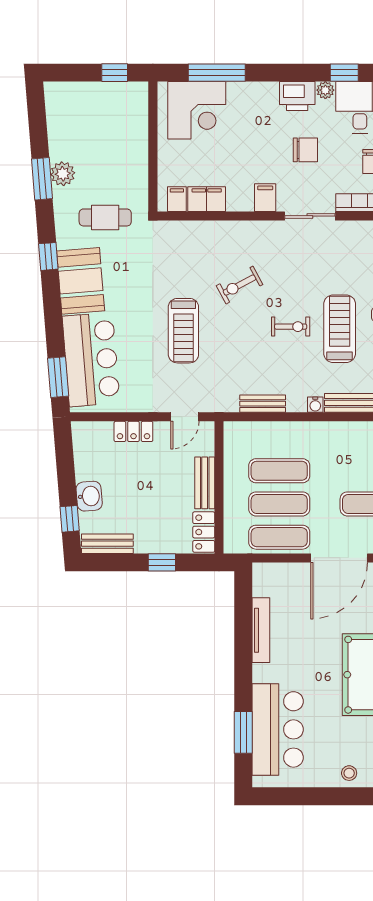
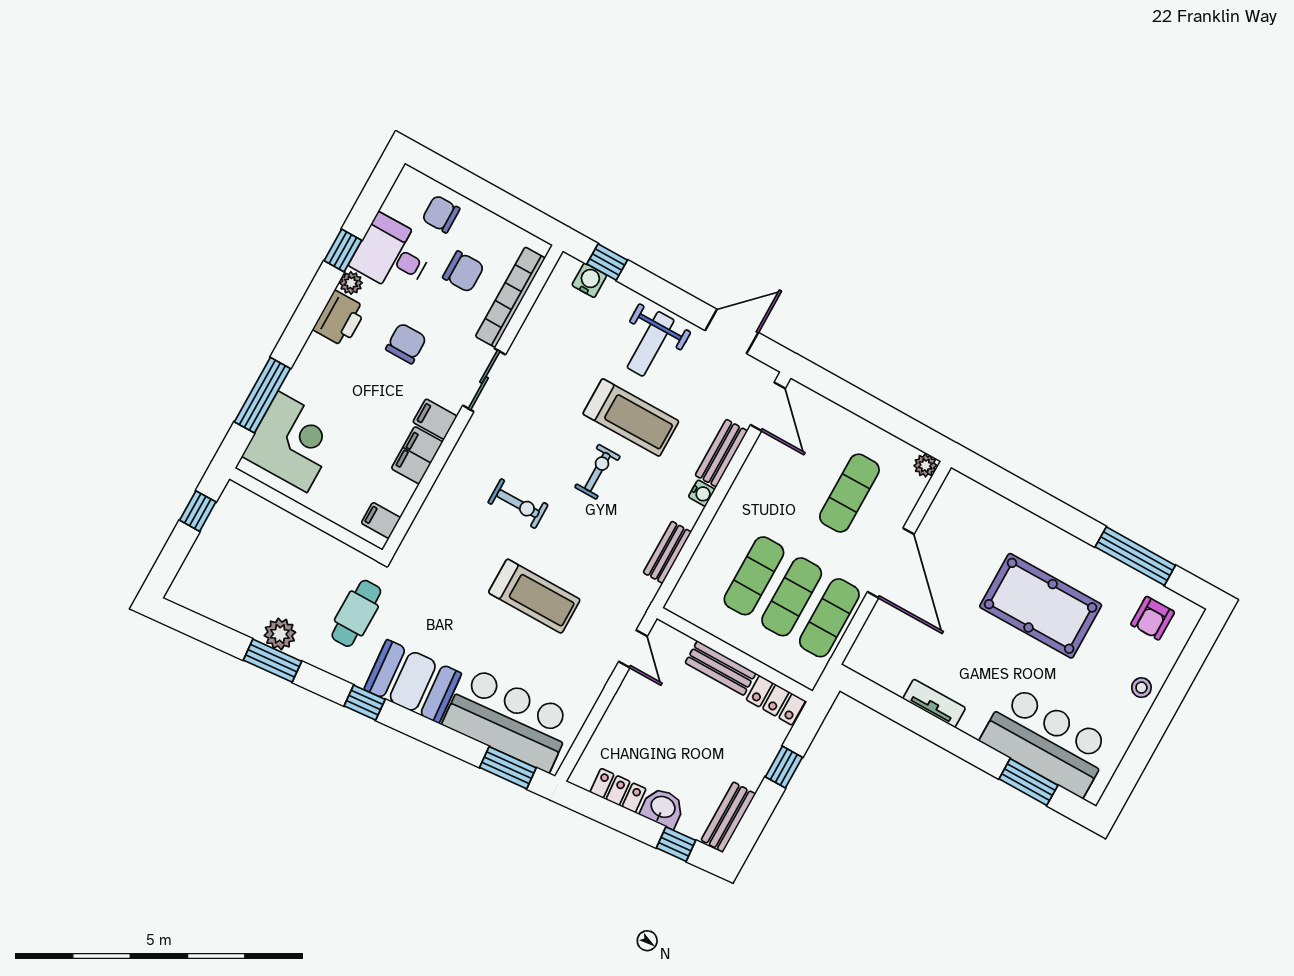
filing cabinet: (207, 199) -> (417, 455), moved
exercise bike: (239, 285) -> (518, 504), turned -62
treadmill: (340, 329) -> (631, 418), turned 180
locker: (133, 431) -> (618, 791), moved, turned -95
tv unit: (261, 630) -> (934, 703), width x0.71

